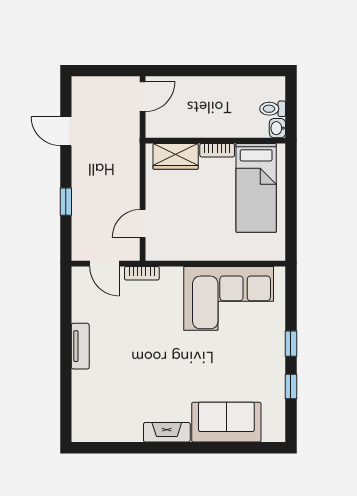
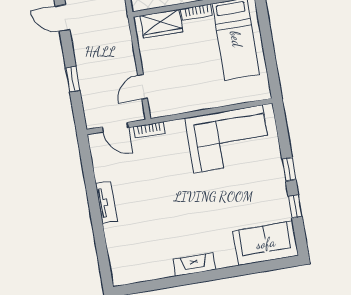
sofa: (226, 422) -> (266, 243), moved

